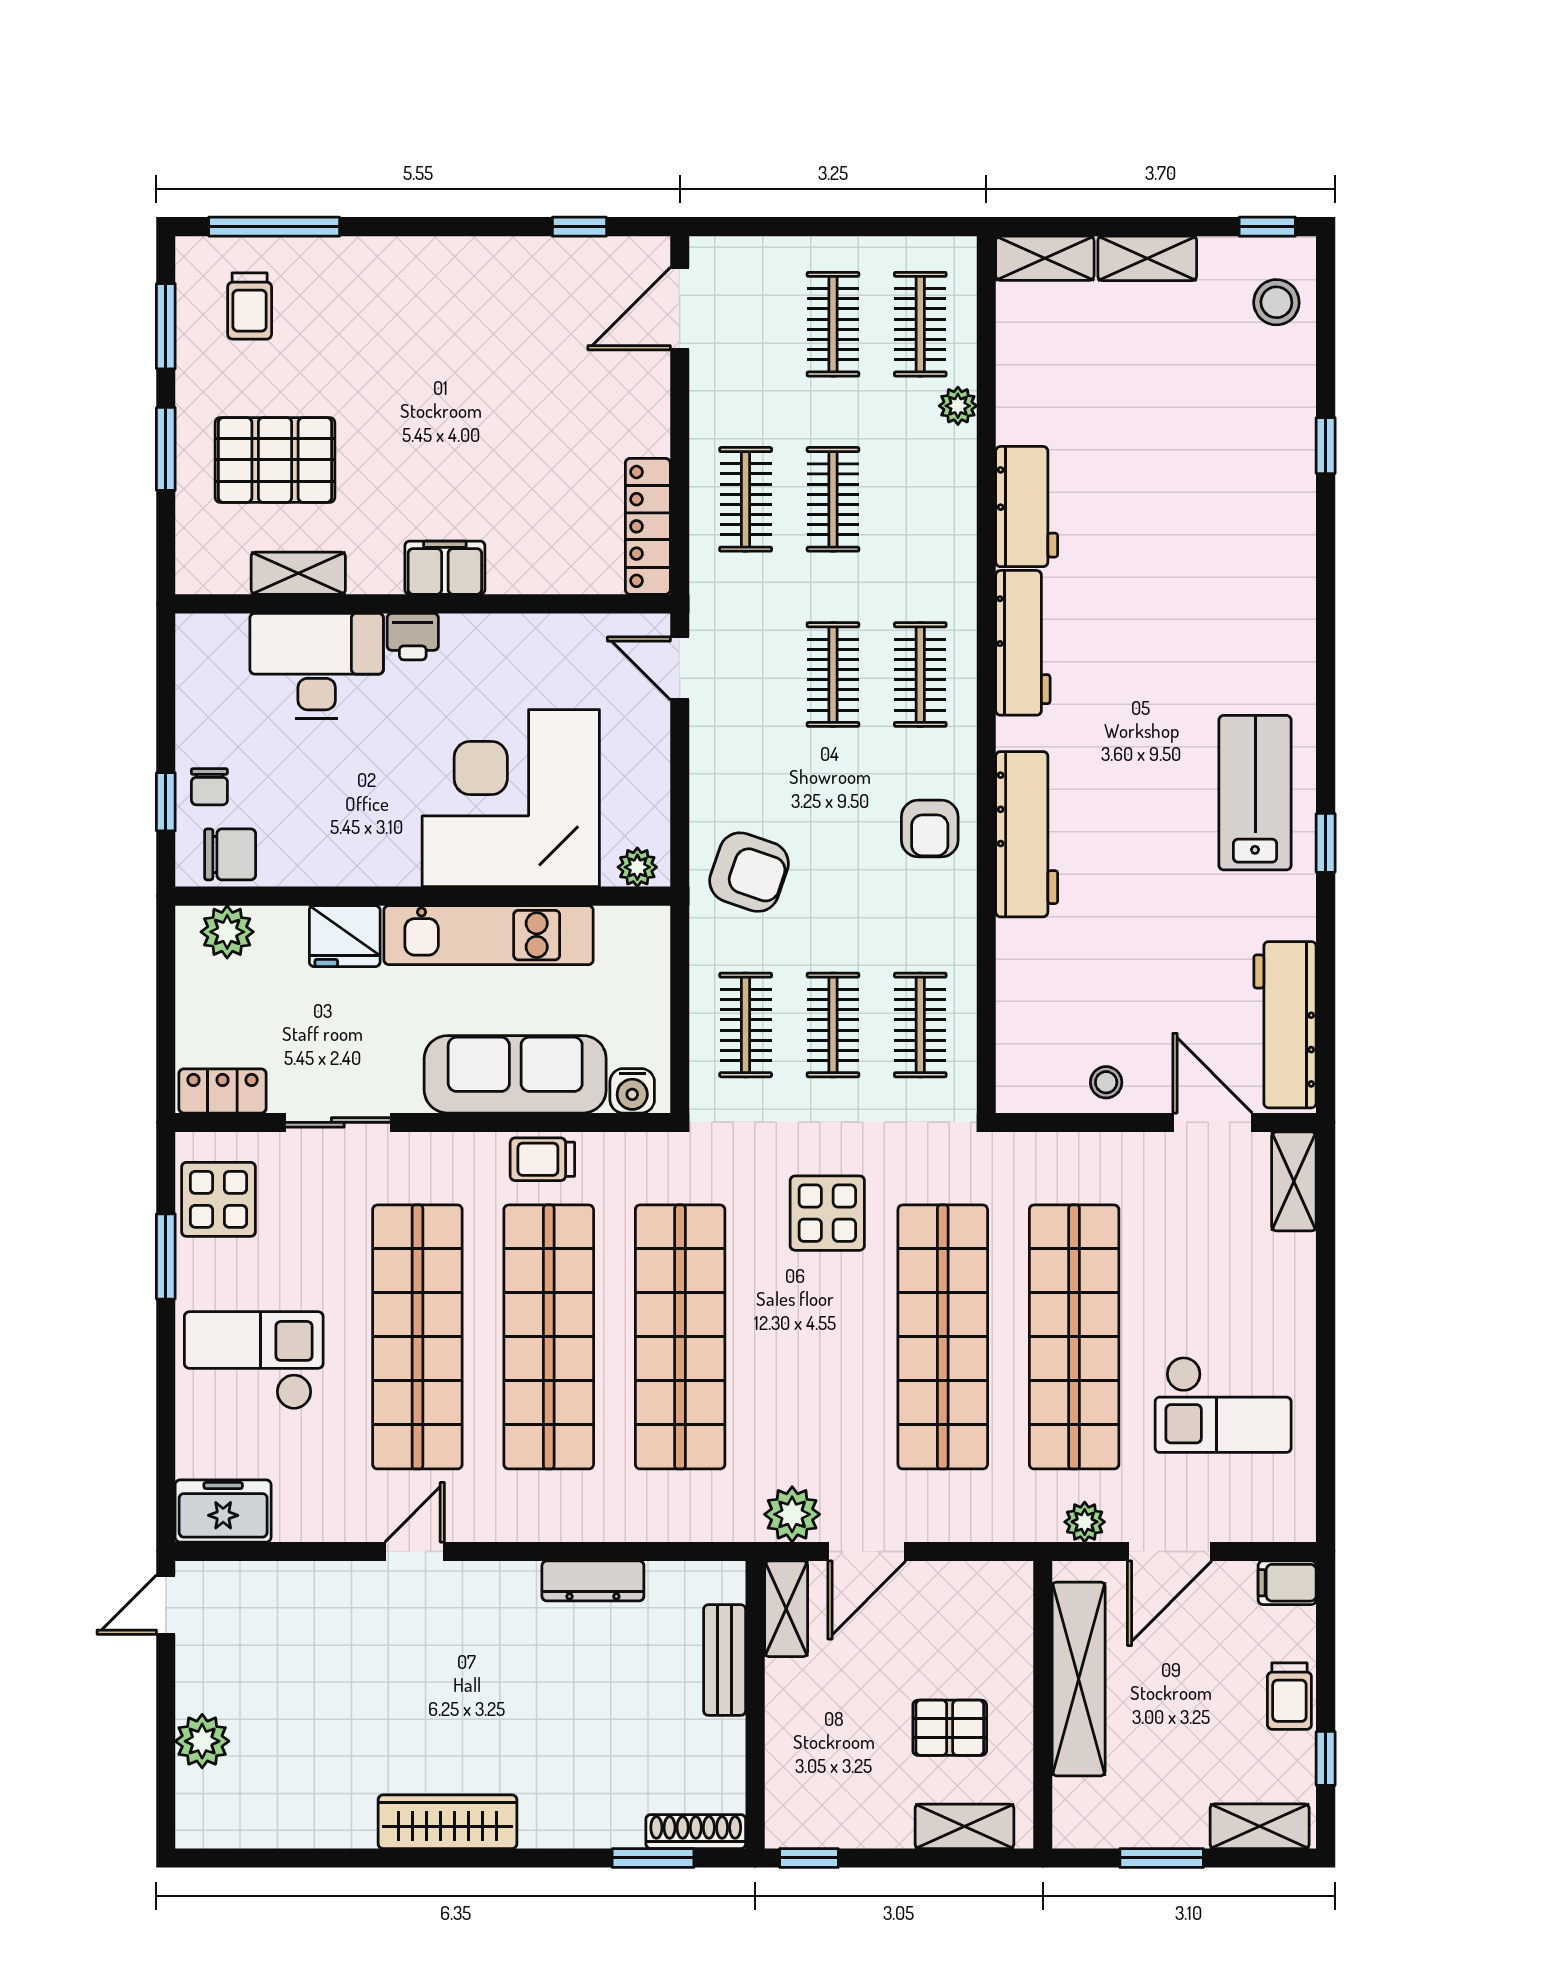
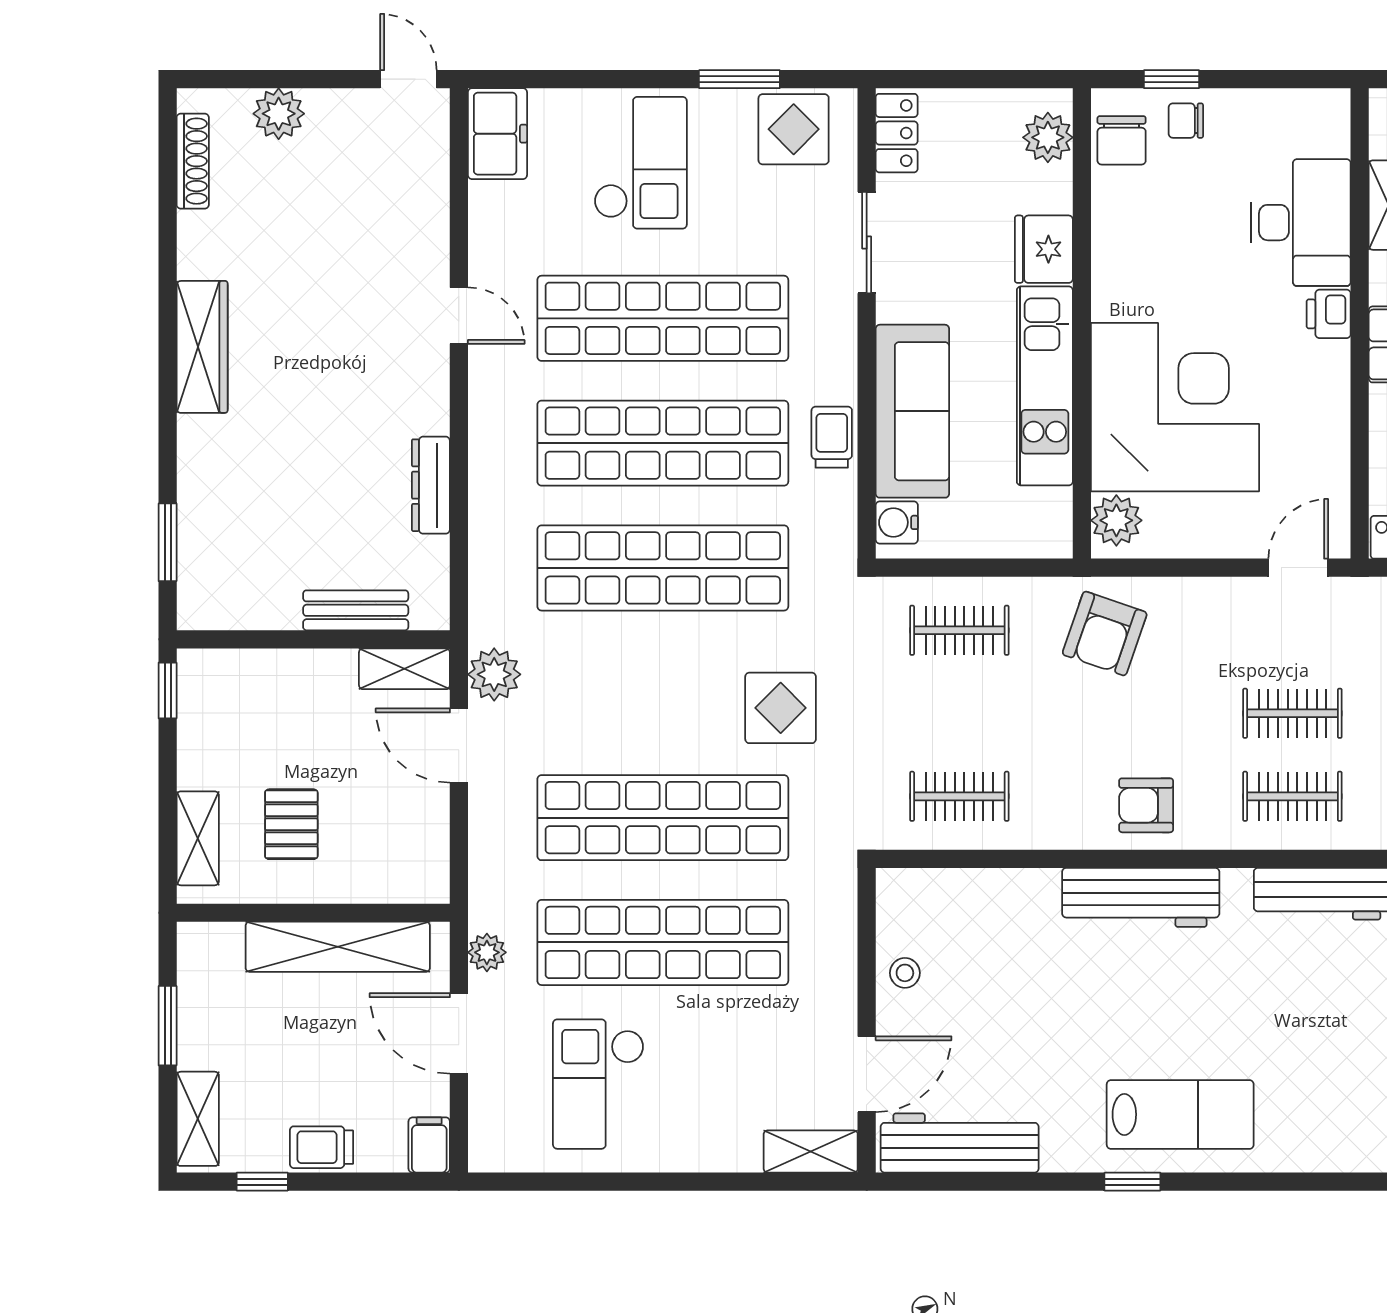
plant: (637, 867) -> (1116, 520), width x1.38, depth x1.38
clothes rail: (833, 1025) -> (959, 713), removed
shoe rack: (696, 1832) -> (193, 161), moved

